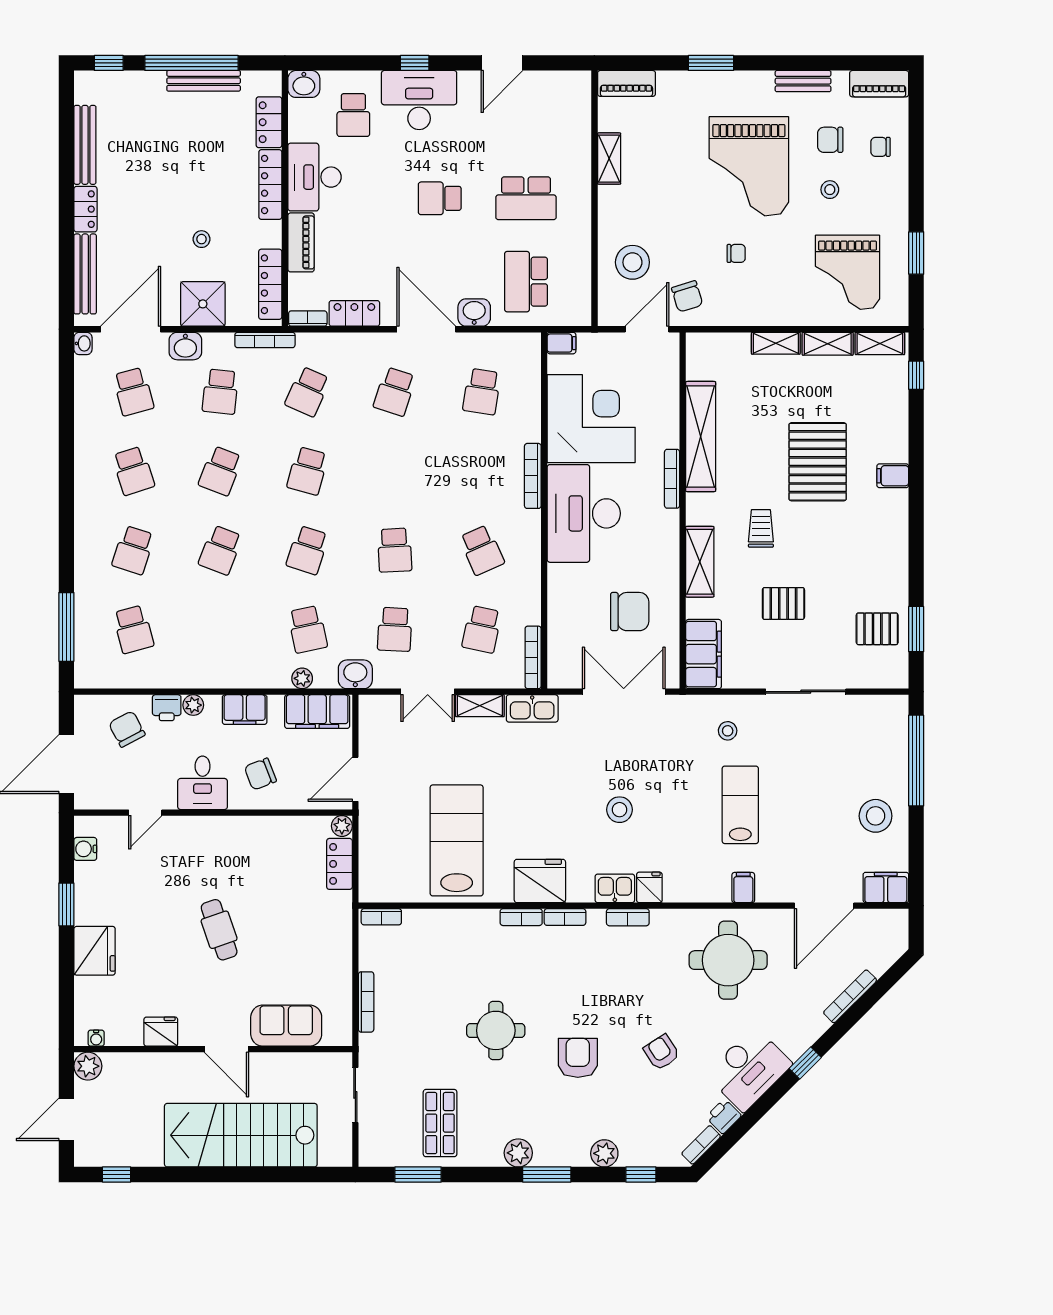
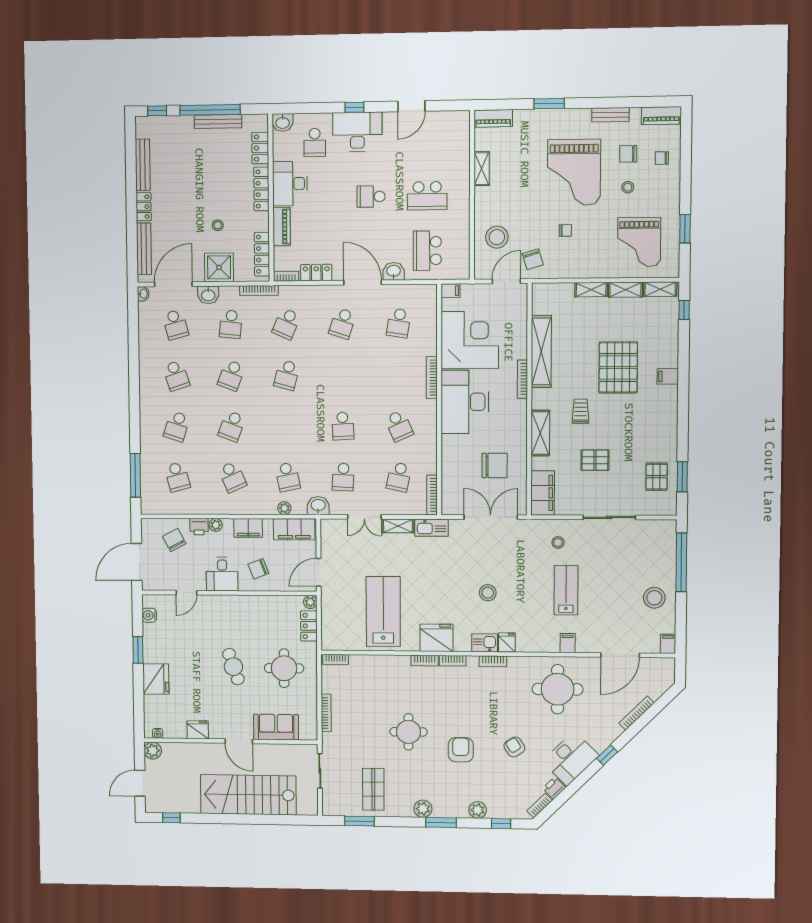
school desk: (308, 550) -> (232, 477), moved, turned -42
pallet: (877, 629) -> (657, 477), turned 90
filing cabinet: (886, 887) -> (668, 644), width x0.50
round table: (300, 931) -> (284, 668), added

